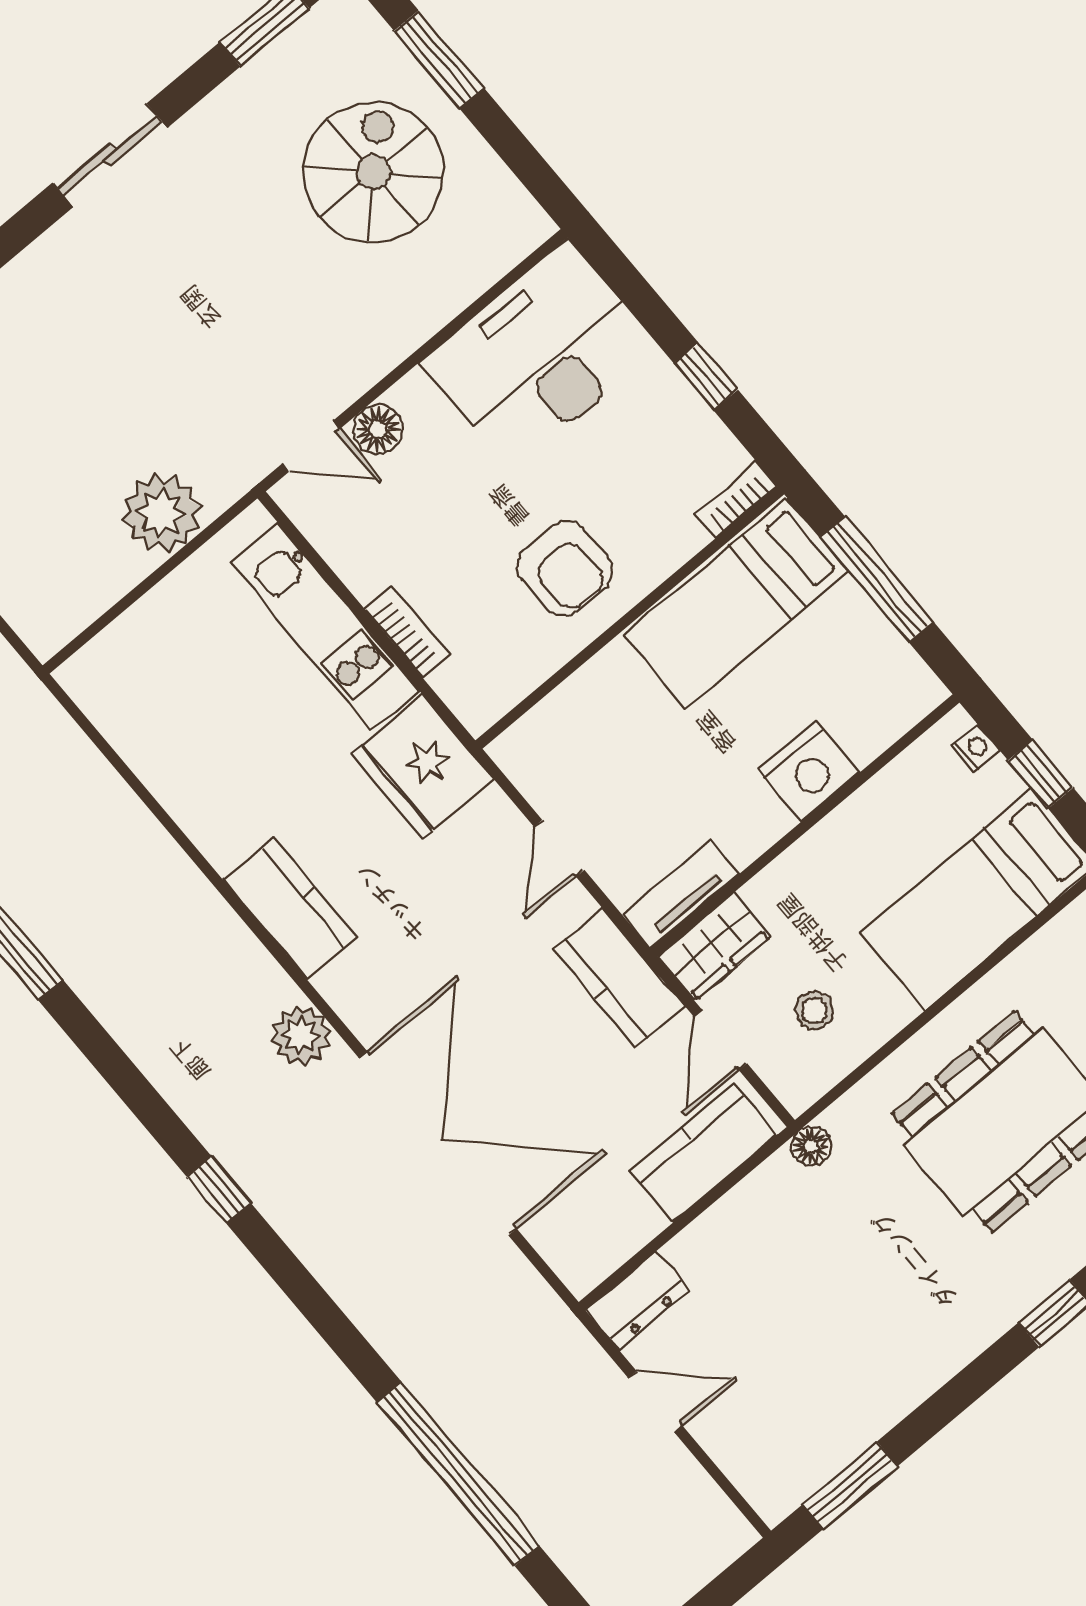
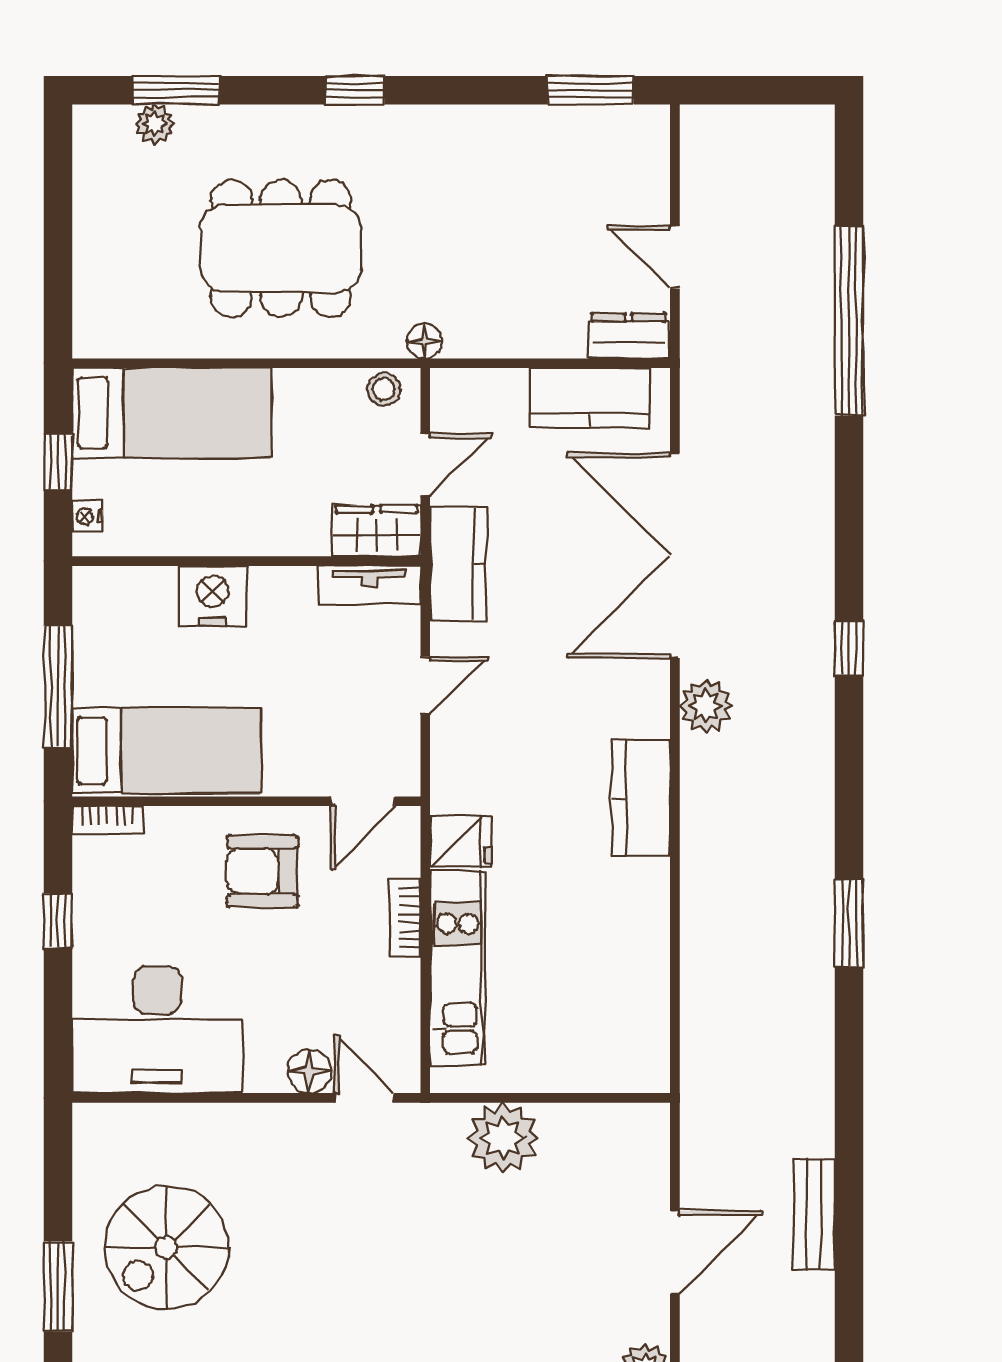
armchair: (565, 568) -> (262, 871), turned -90
door: (529, 703) -> (363, 801), added
fridge: (422, 766) -> (461, 842), width x0.53, depth x0.75
stool: (814, 1010) -> (384, 389), moved
kitchen counter: (703, 1153) -> (590, 398), moved

